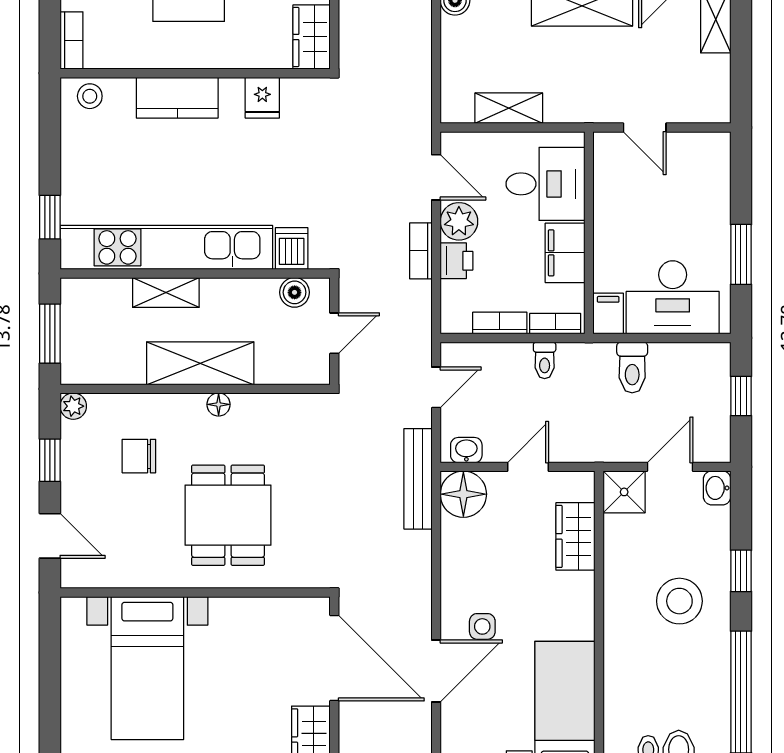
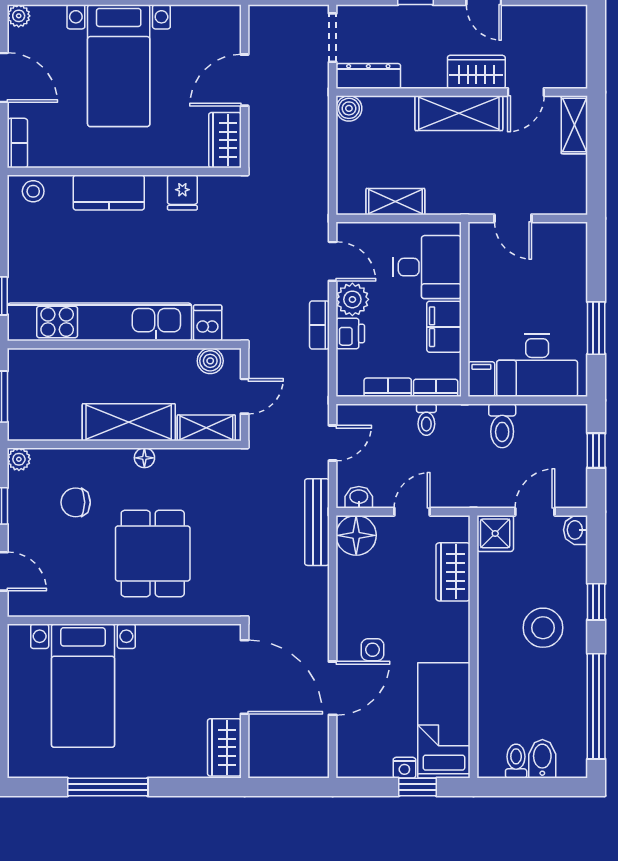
shelving: (166, 293) -> (206, 428), moved

